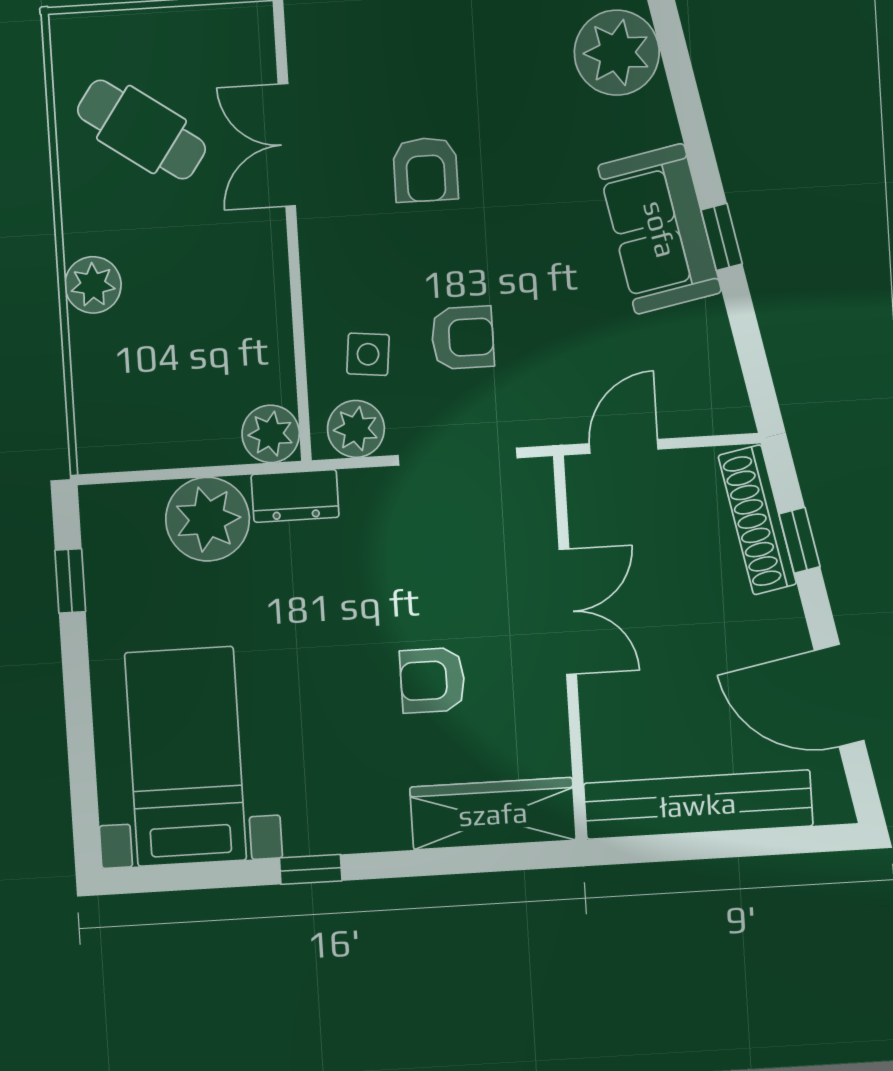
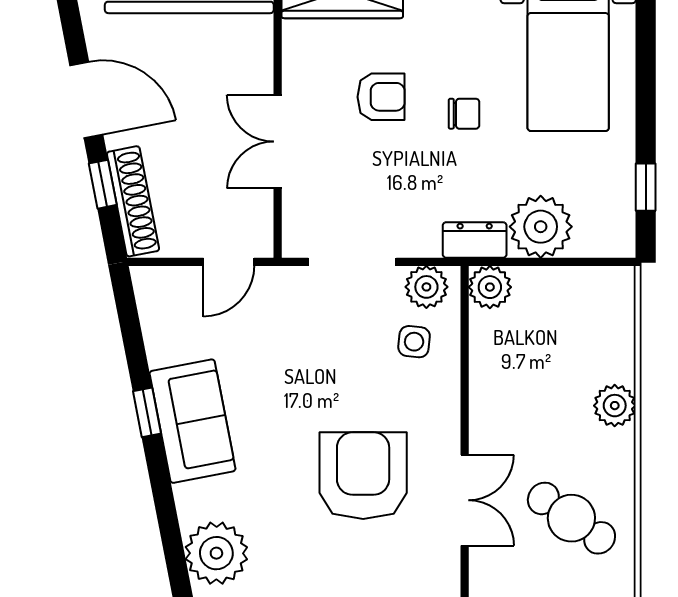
armchair: (425, 170) -> (363, 476), width x1.88, depth x1.88
armchair: (463, 338) -> (343, 350), removed
chair: (320, 664) -> (464, 114), added
door: (839, 695) -> (86, 100), moved

